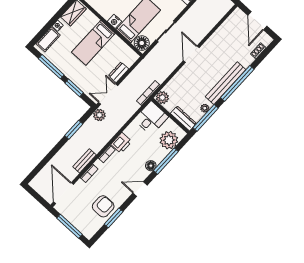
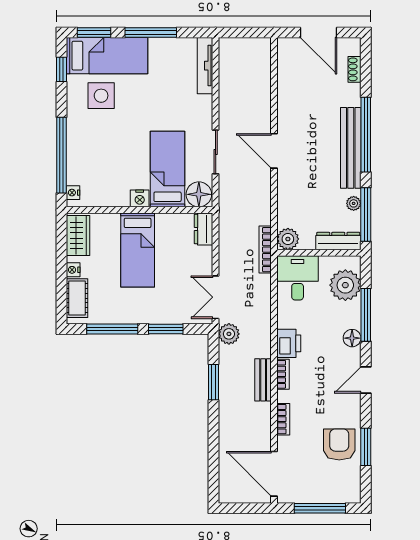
dresser: (119, 72) -> (204, 229), moved
bench: (84, 161) -> (263, 380), moved

